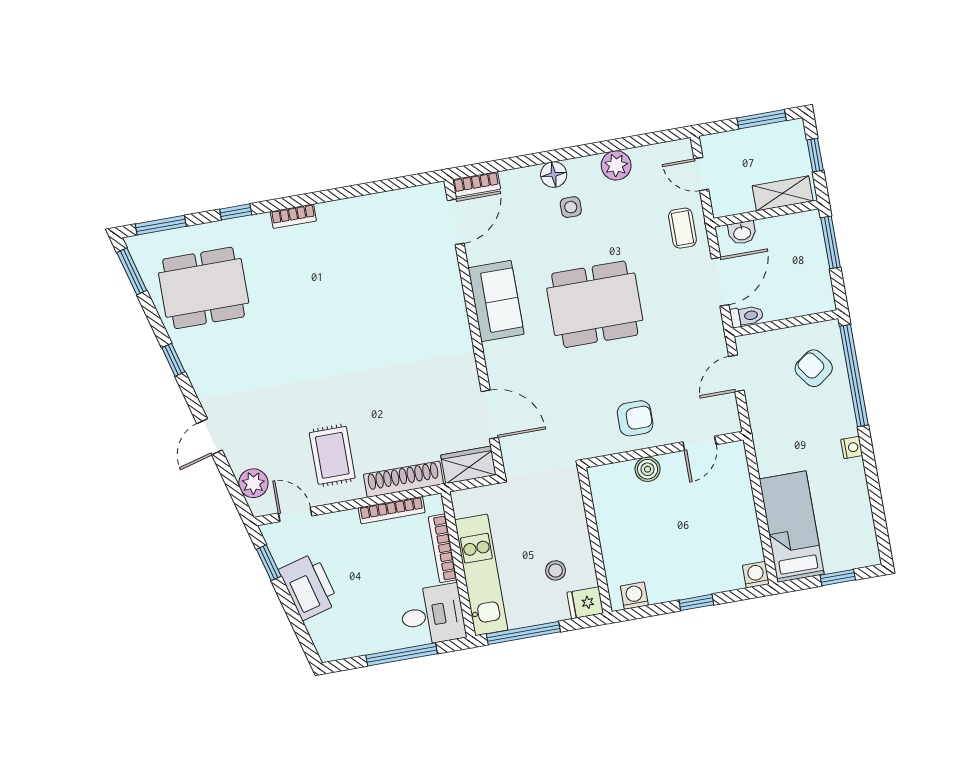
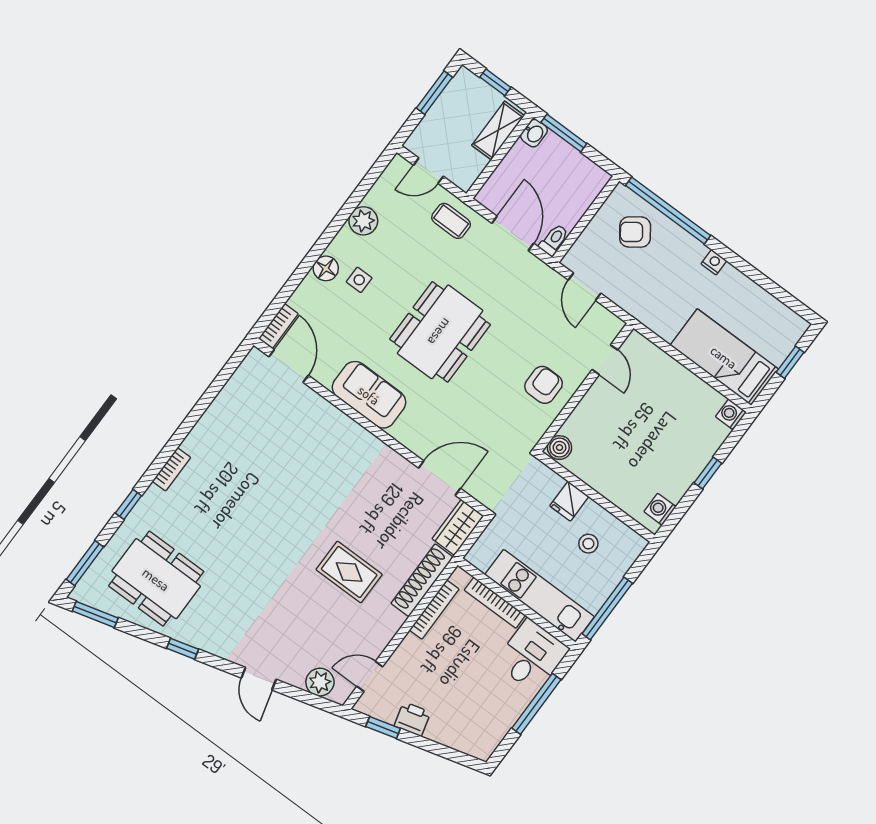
washbasin: (742, 233) -> (534, 133), moved
dining table: (204, 288) -> (156, 579), turned 90
rug: (332, 455) -> (349, 572), moved
boiler: (648, 469) -> (560, 448), moved
printer: (309, 587) -> (412, 719), width x0.53, depth x0.68
fridge: (585, 603) -> (569, 501), moved

